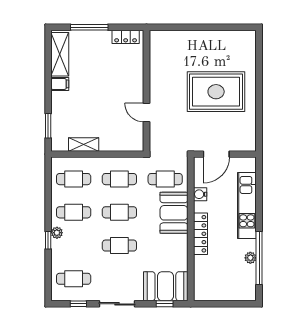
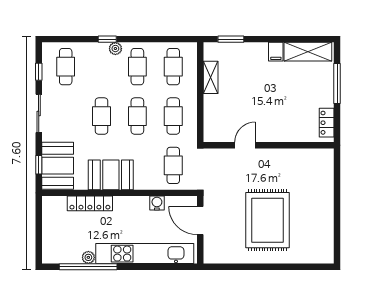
kitchen unit: (247, 206) -> (145, 254), width x1.36
booth: (174, 213) -> (111, 175), moved
locker: (200, 234) -> (90, 203), moved

